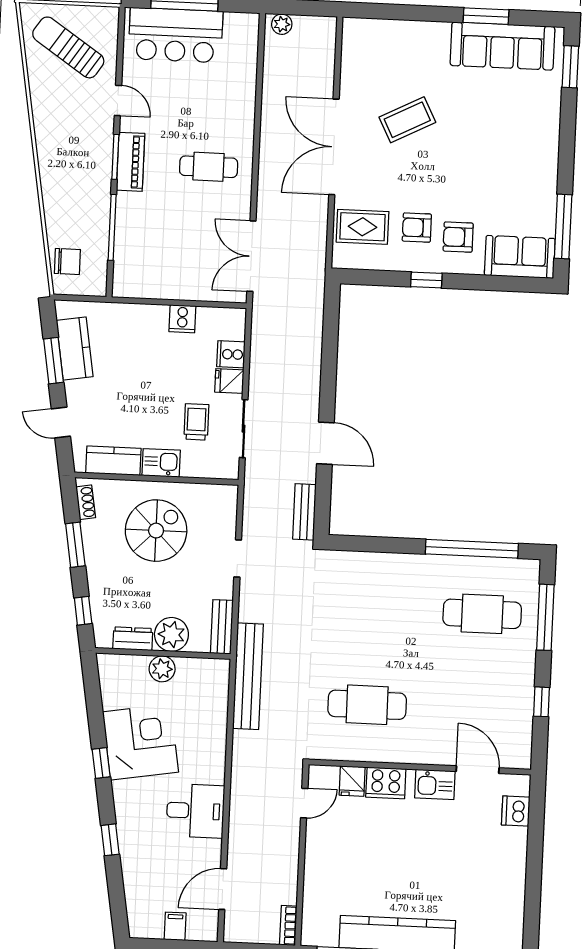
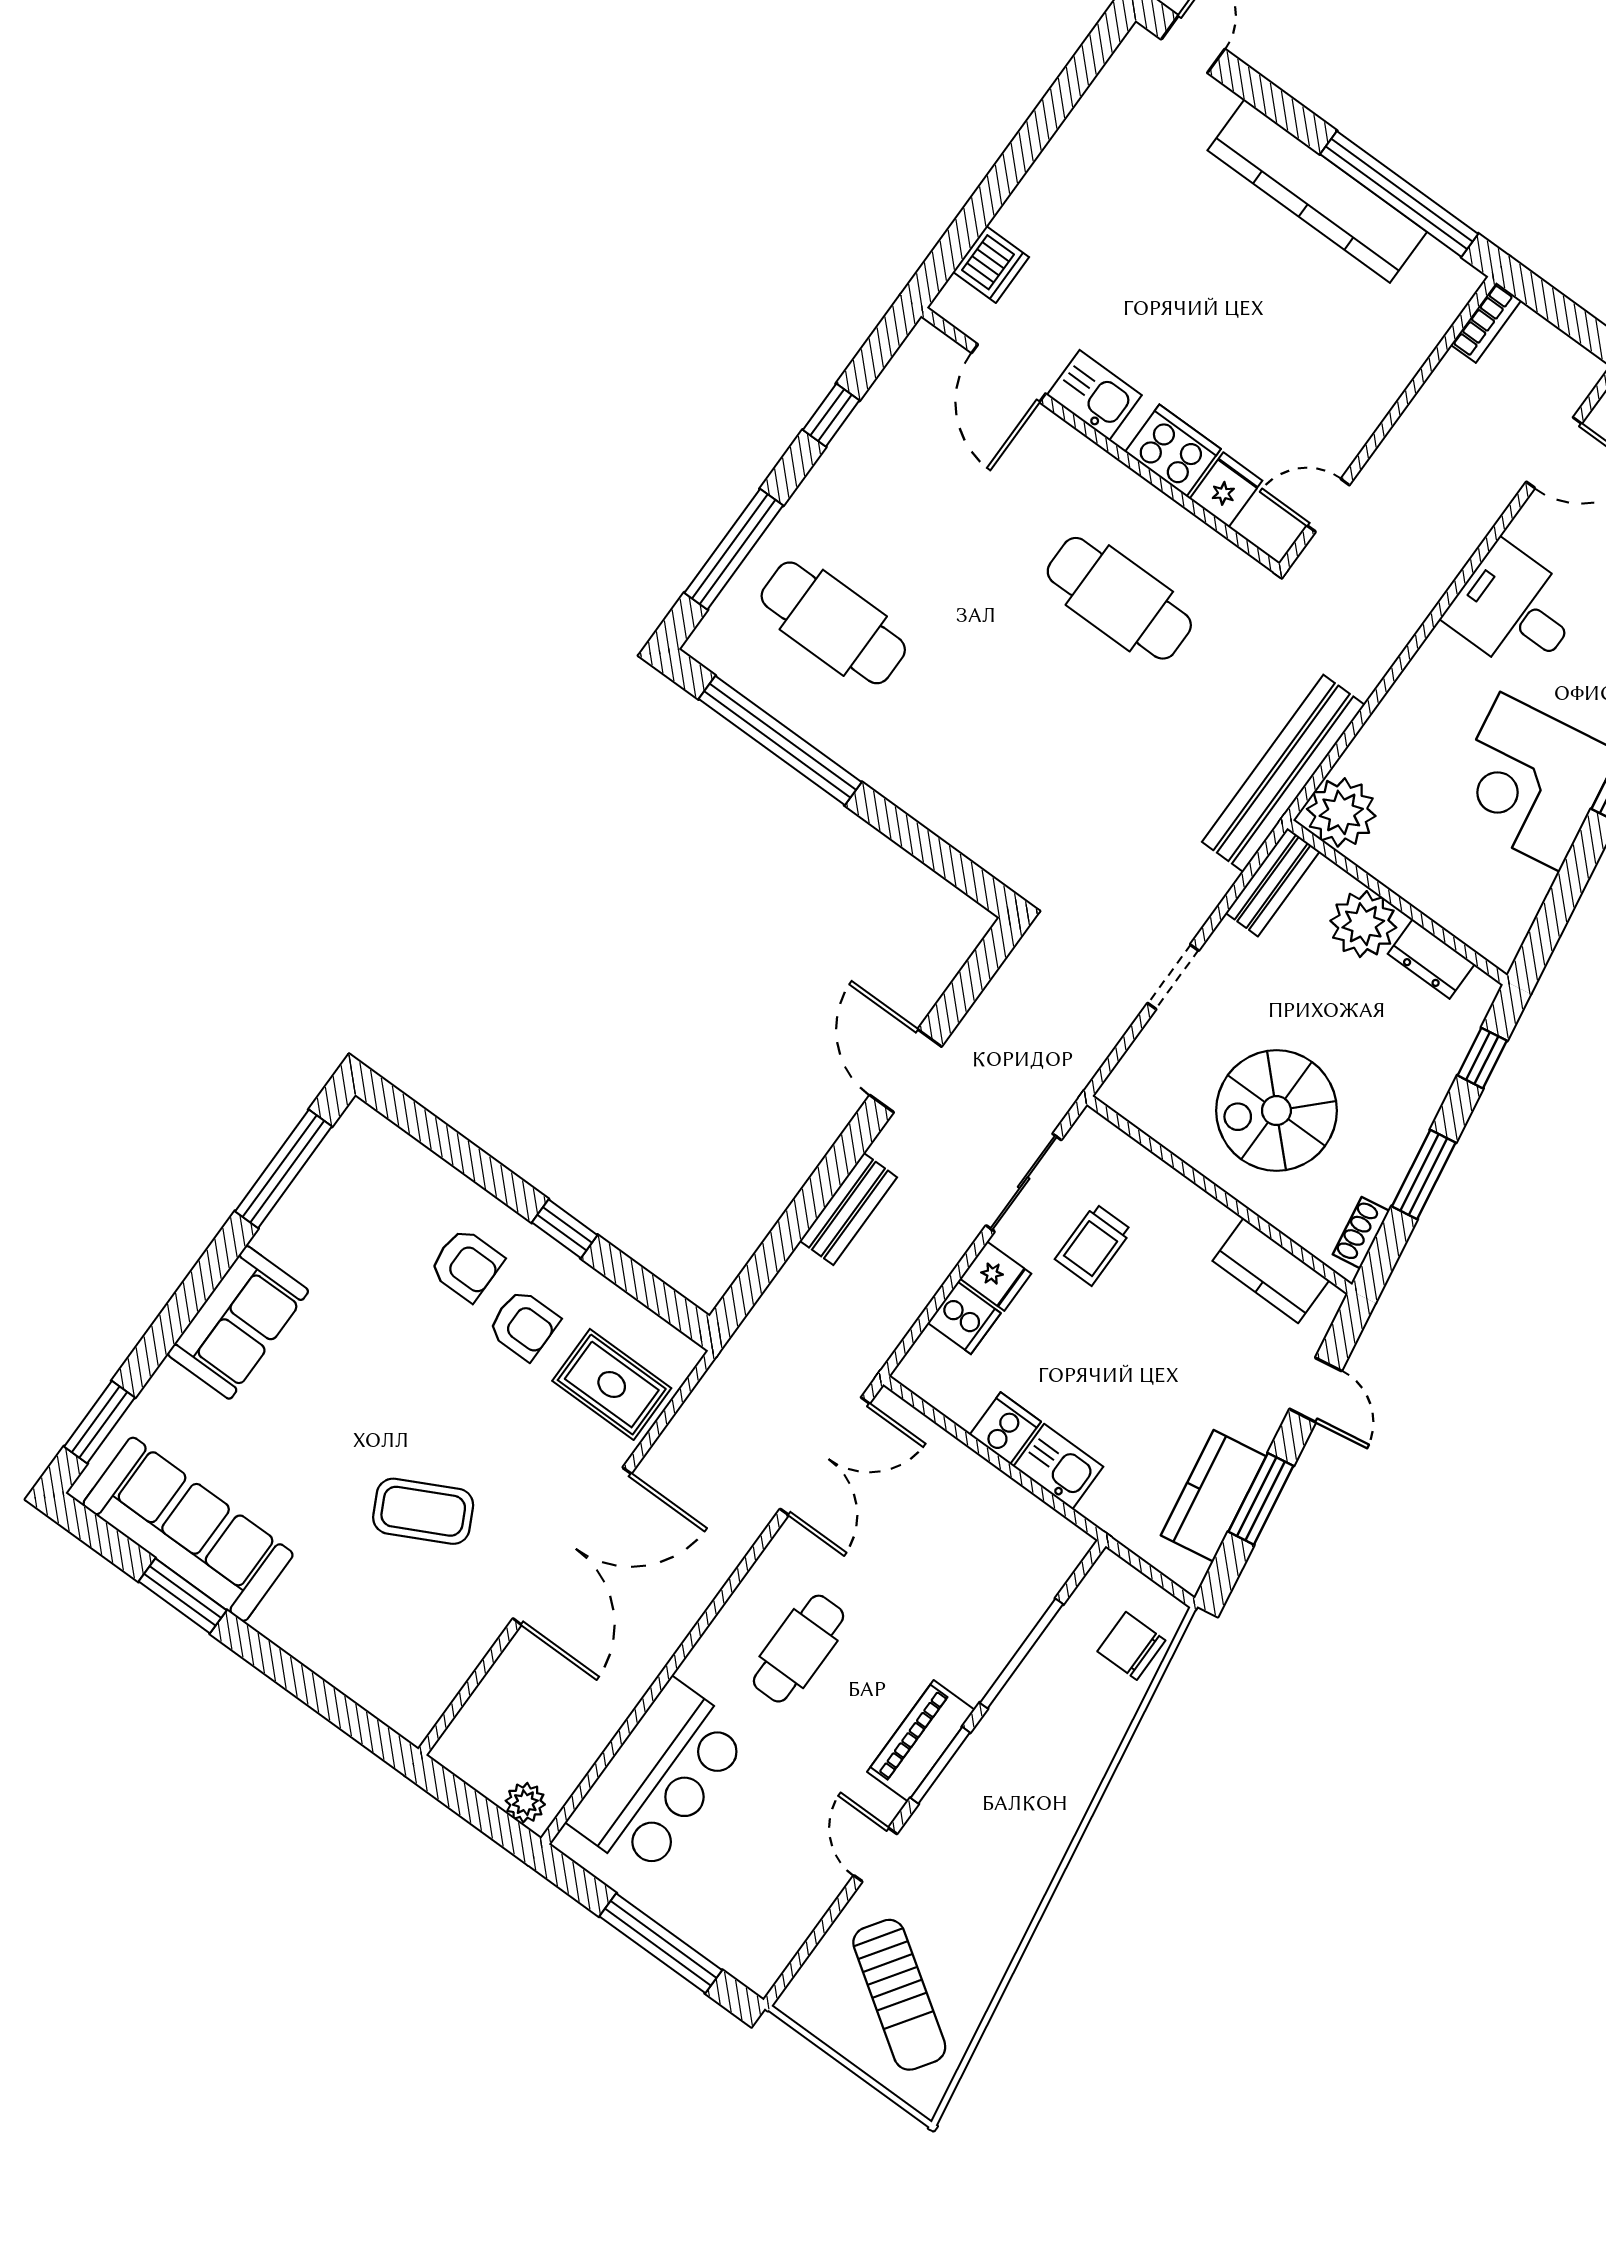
bar counter: (176, 35) -> (659, 1778), moved, turned 90
cafe table: (209, 167) -> (799, 1649), turned 90
sofa: (520, 257) -> (238, 1322), moved, turned -90
kitchen sink: (161, 463) -> (1058, 1467), moved, turned 180
bench: (304, 512) -> (848, 1209), moved
plant: (162, 669) -> (1341, 812), moved, width x1.36, depth x1.36

